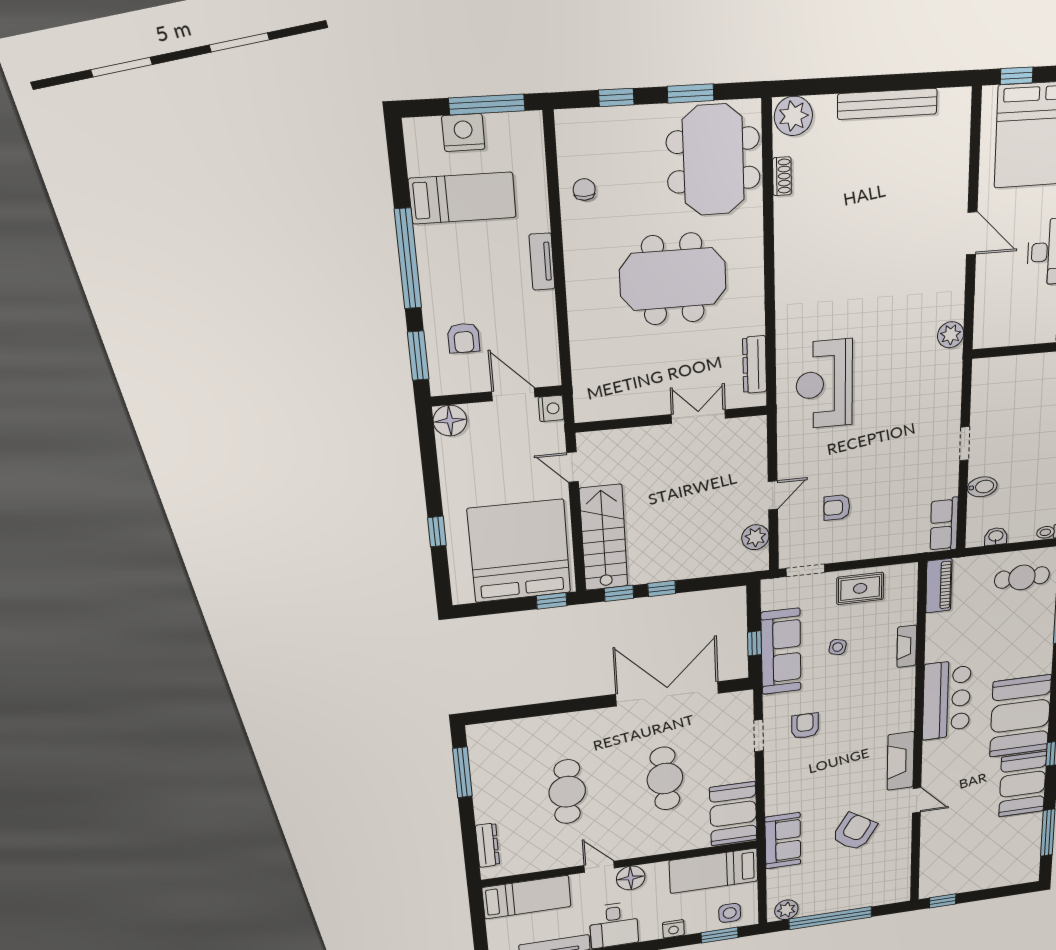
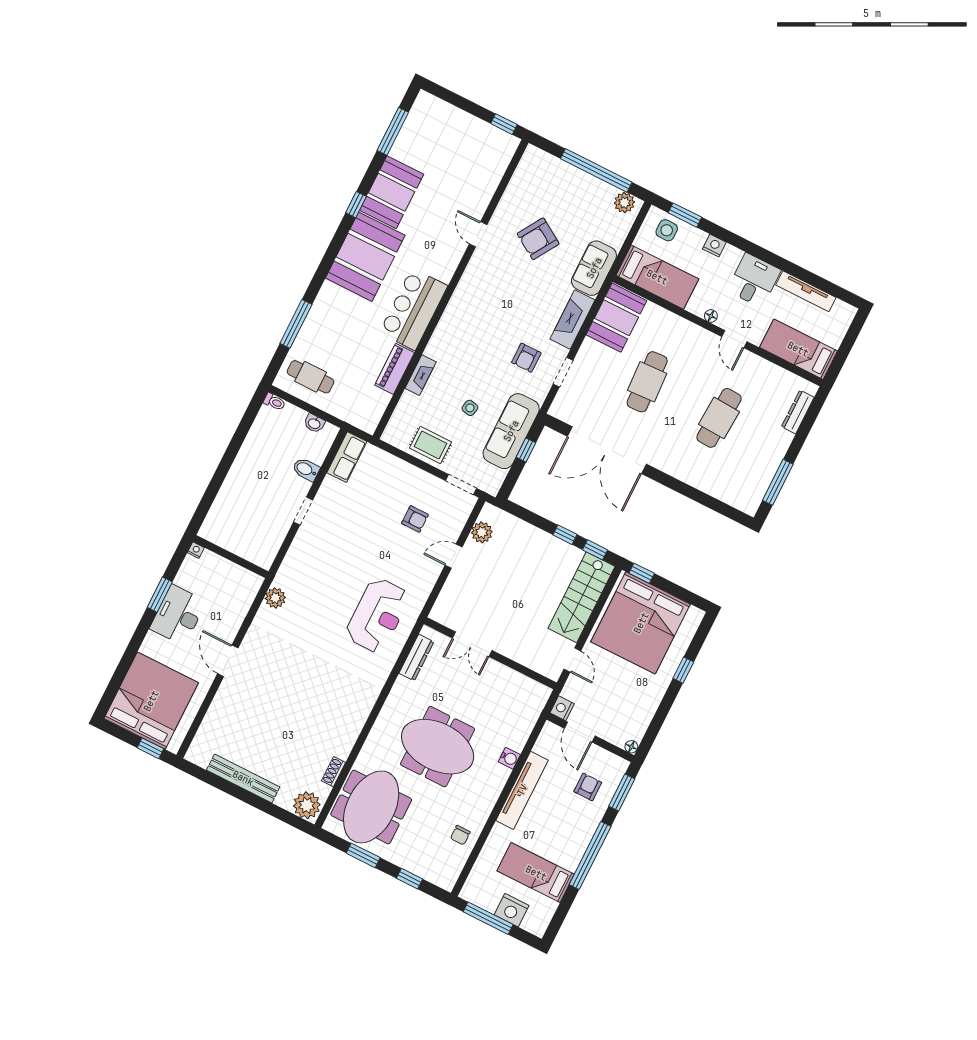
tv unit: (542, 262) -> (522, 790), width x1.92, depth x1.29
water cooler: (579, 316) -> (509, 758), added
floor lamp: (450, 421) -> (631, 747), width x0.53, depth x0.53
piano: (939, 586) -> (395, 369), moved
fireplace: (901, 761) -> (572, 320), moved, turned 180
floor lamp: (631, 878) -> (711, 316), width x0.53, depth x0.53

